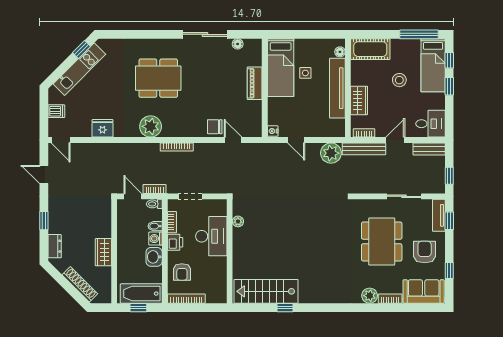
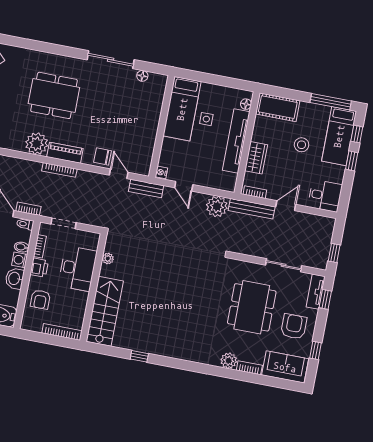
piano: (255, 83) -> (65, 153), moved, turned 90
bench: (429, 149) -> (146, 189), moved
stairs: (266, 291) -> (105, 311), moved, turned 90
bookcase: (186, 299) -> (62, 332), moved

